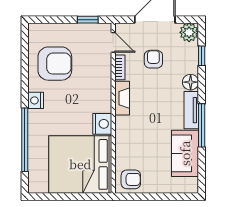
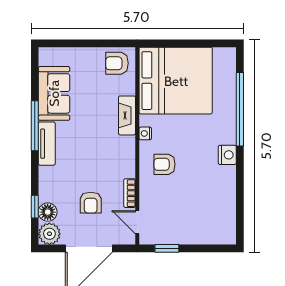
armchair: (55, 64) -> (164, 164), moved, width x0.53, depth x0.53
floor lamp: (191, 82) -> (48, 212), moved
fireplace: (122, 98) -> (127, 115), moved
nightstand: (102, 124) -> (145, 133), width x0.53, depth x0.56

